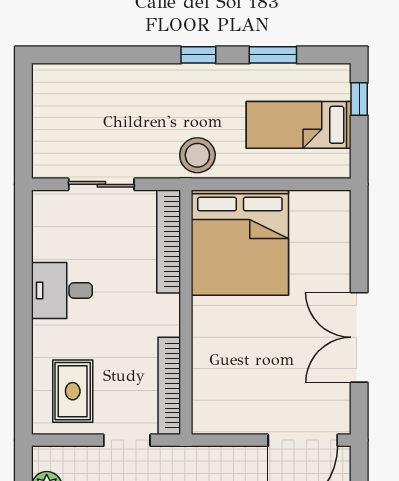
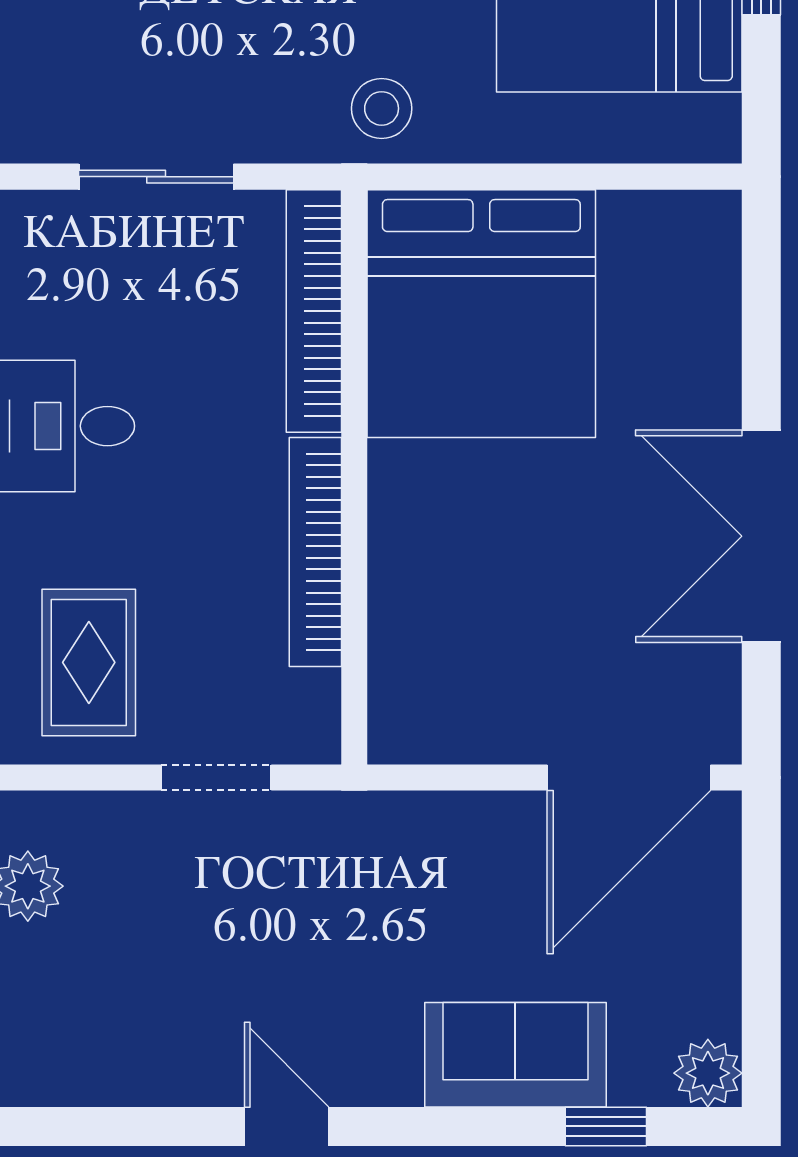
stool: (197, 155) -> (382, 108), width x0.73, depth x0.73
bookcase: (169, 386) -> (315, 552), moved

